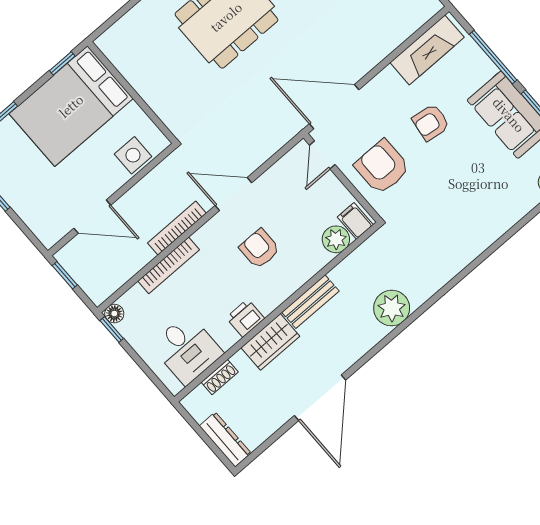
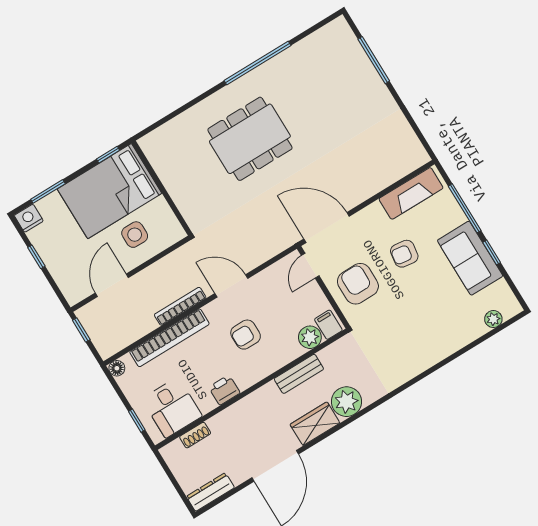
side table: (133, 155) -> (135, 235), moved
door: (92, 217) -> (112, 285), swing flipped
armchair: (259, 249) -> (246, 335), turned -90
bookcase: (169, 265) -> (169, 338), width x1.48, depth x1.31
bench: (310, 302) -> (299, 374), moved
window: (112, 329) -> (137, 421), moved
wardrobe: (270, 342) -> (315, 424), moved, turned 180
dresser: (225, 440) -> (210, 492), moved, turned -90

